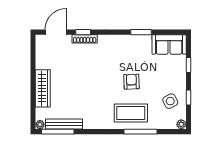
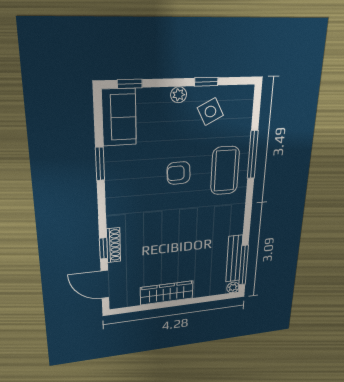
window: (189, 65) -> (130, 84), moved
wardrobe: (43, 88) -> (167, 293), moved
plant: (181, 124) -> (179, 95), moved

